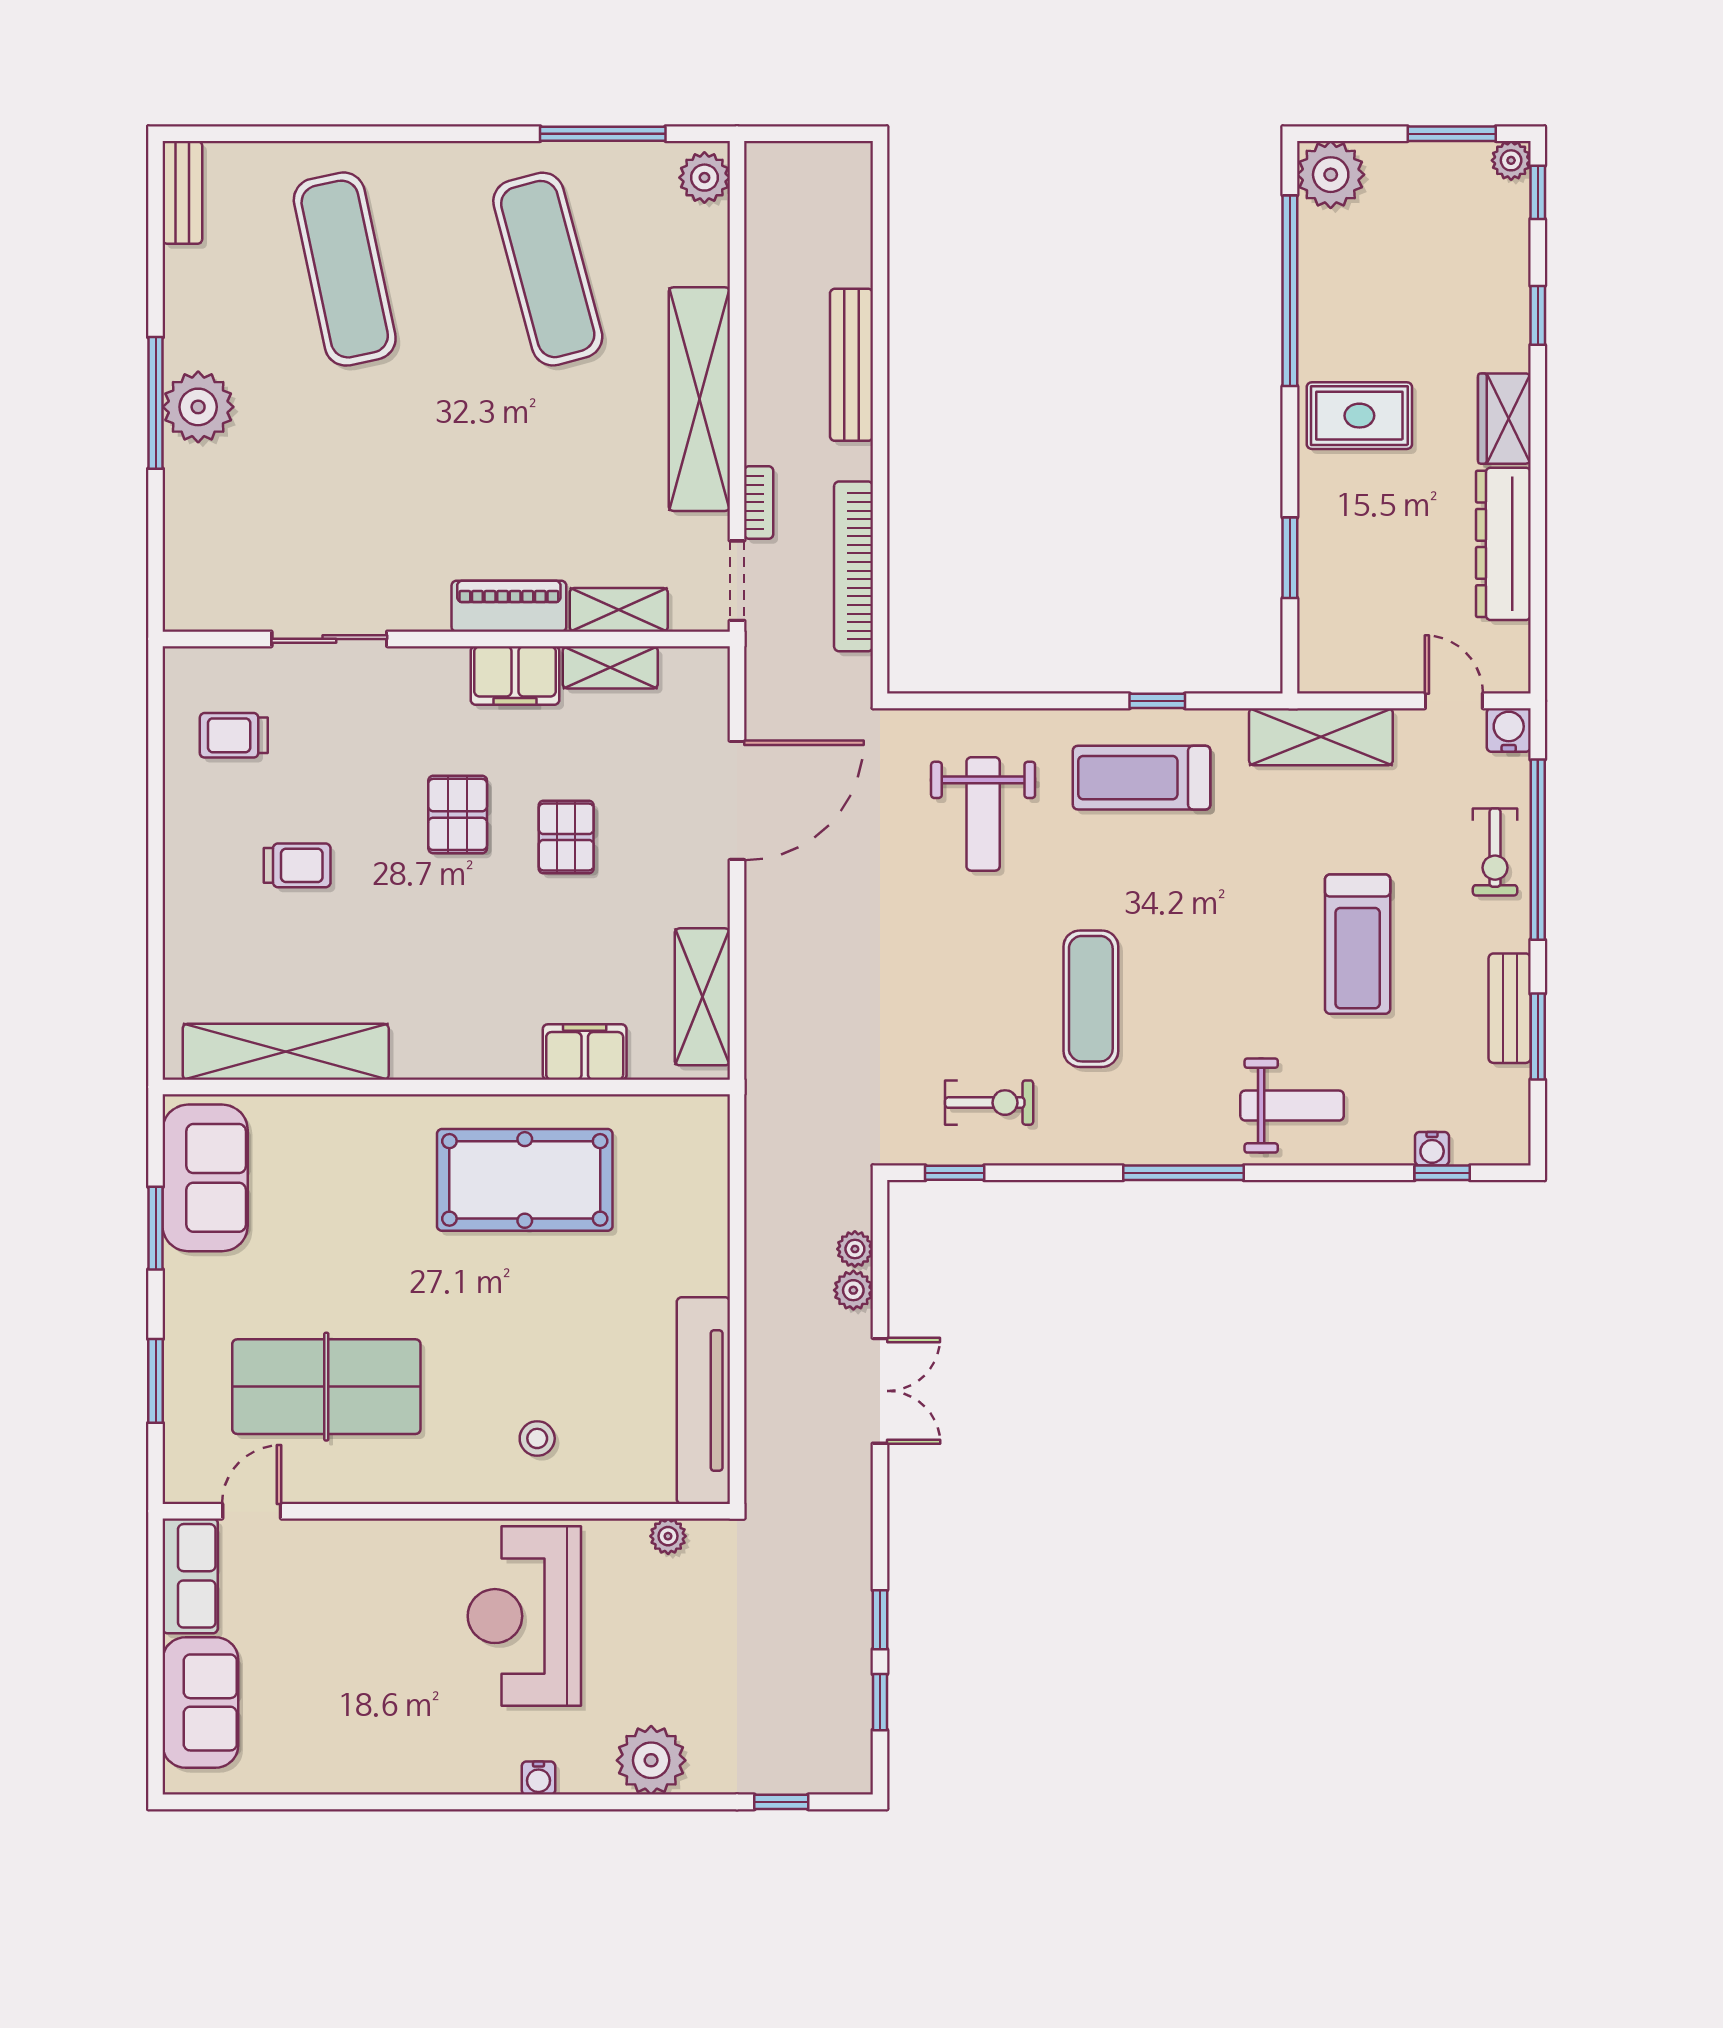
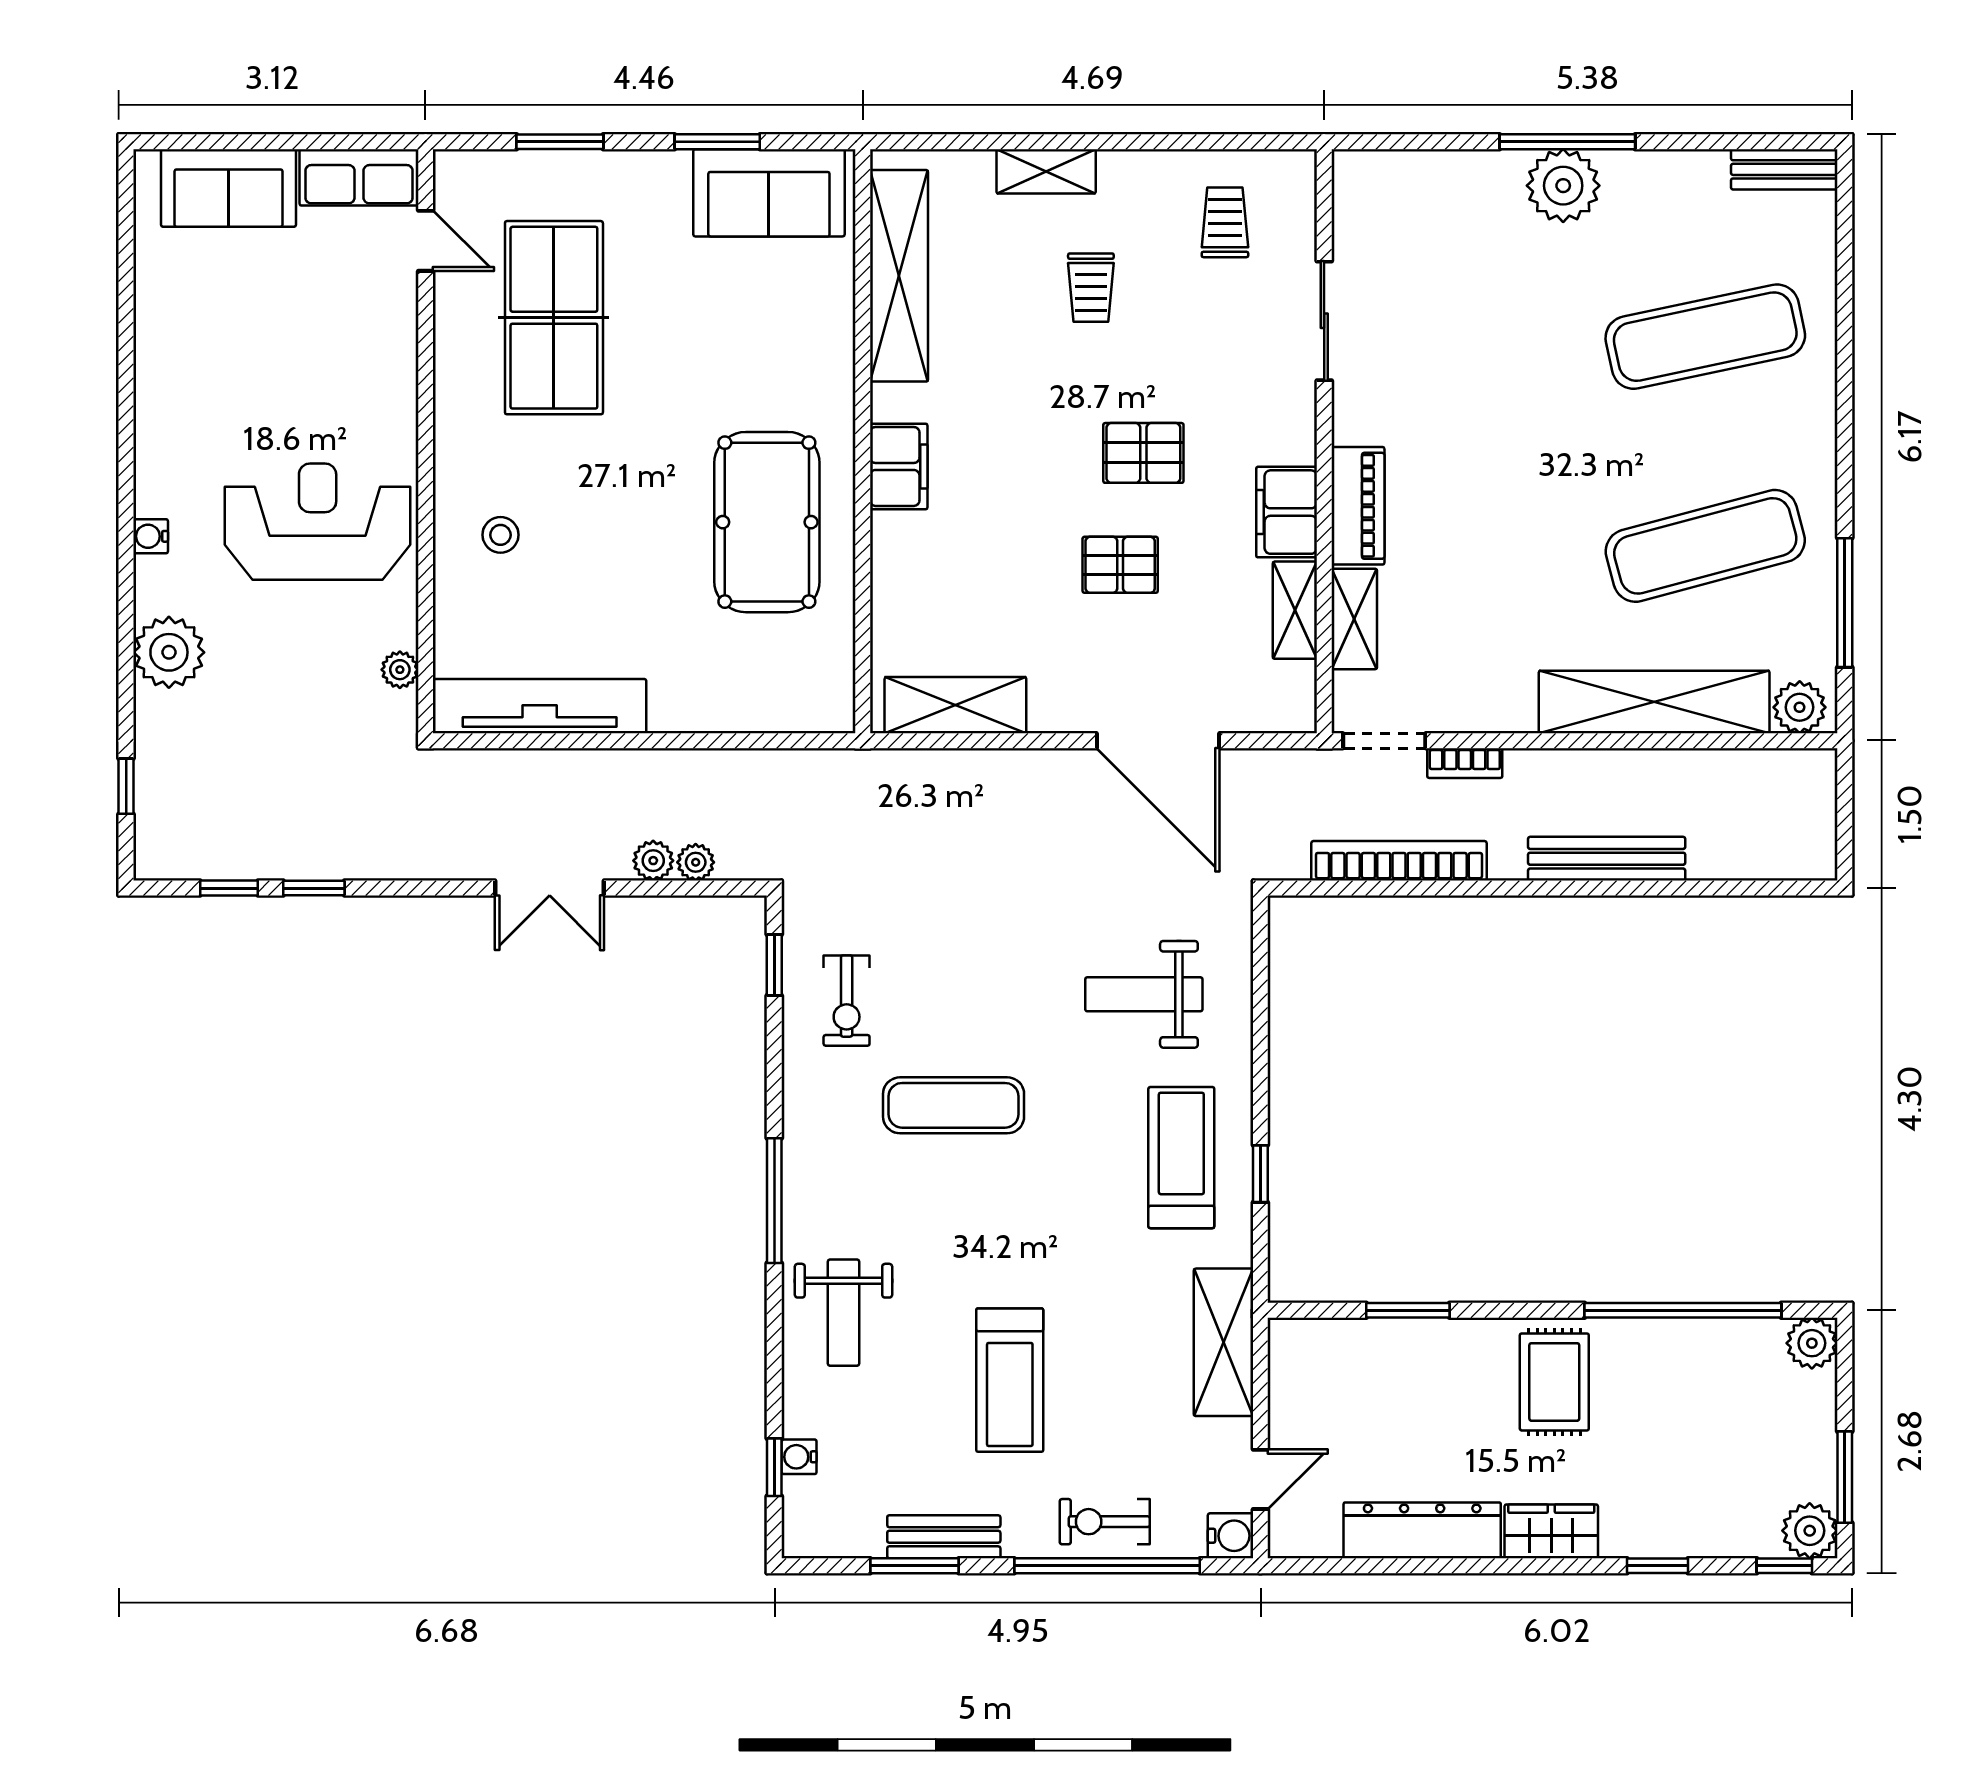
plant: (1511, 160) -> (1810, 1531), width x1.38, depth x1.38
plant: (1331, 175) -> (1812, 1343), width x0.73, depth x0.73
shelving: (699, 399) -> (1654, 702), moved
shelving: (184, 909) -> (1046, 171), added
treadmill: (1358, 944) -> (1010, 1380), turned -90
filing cabinet: (585, 1052) -> (899, 466), moved

